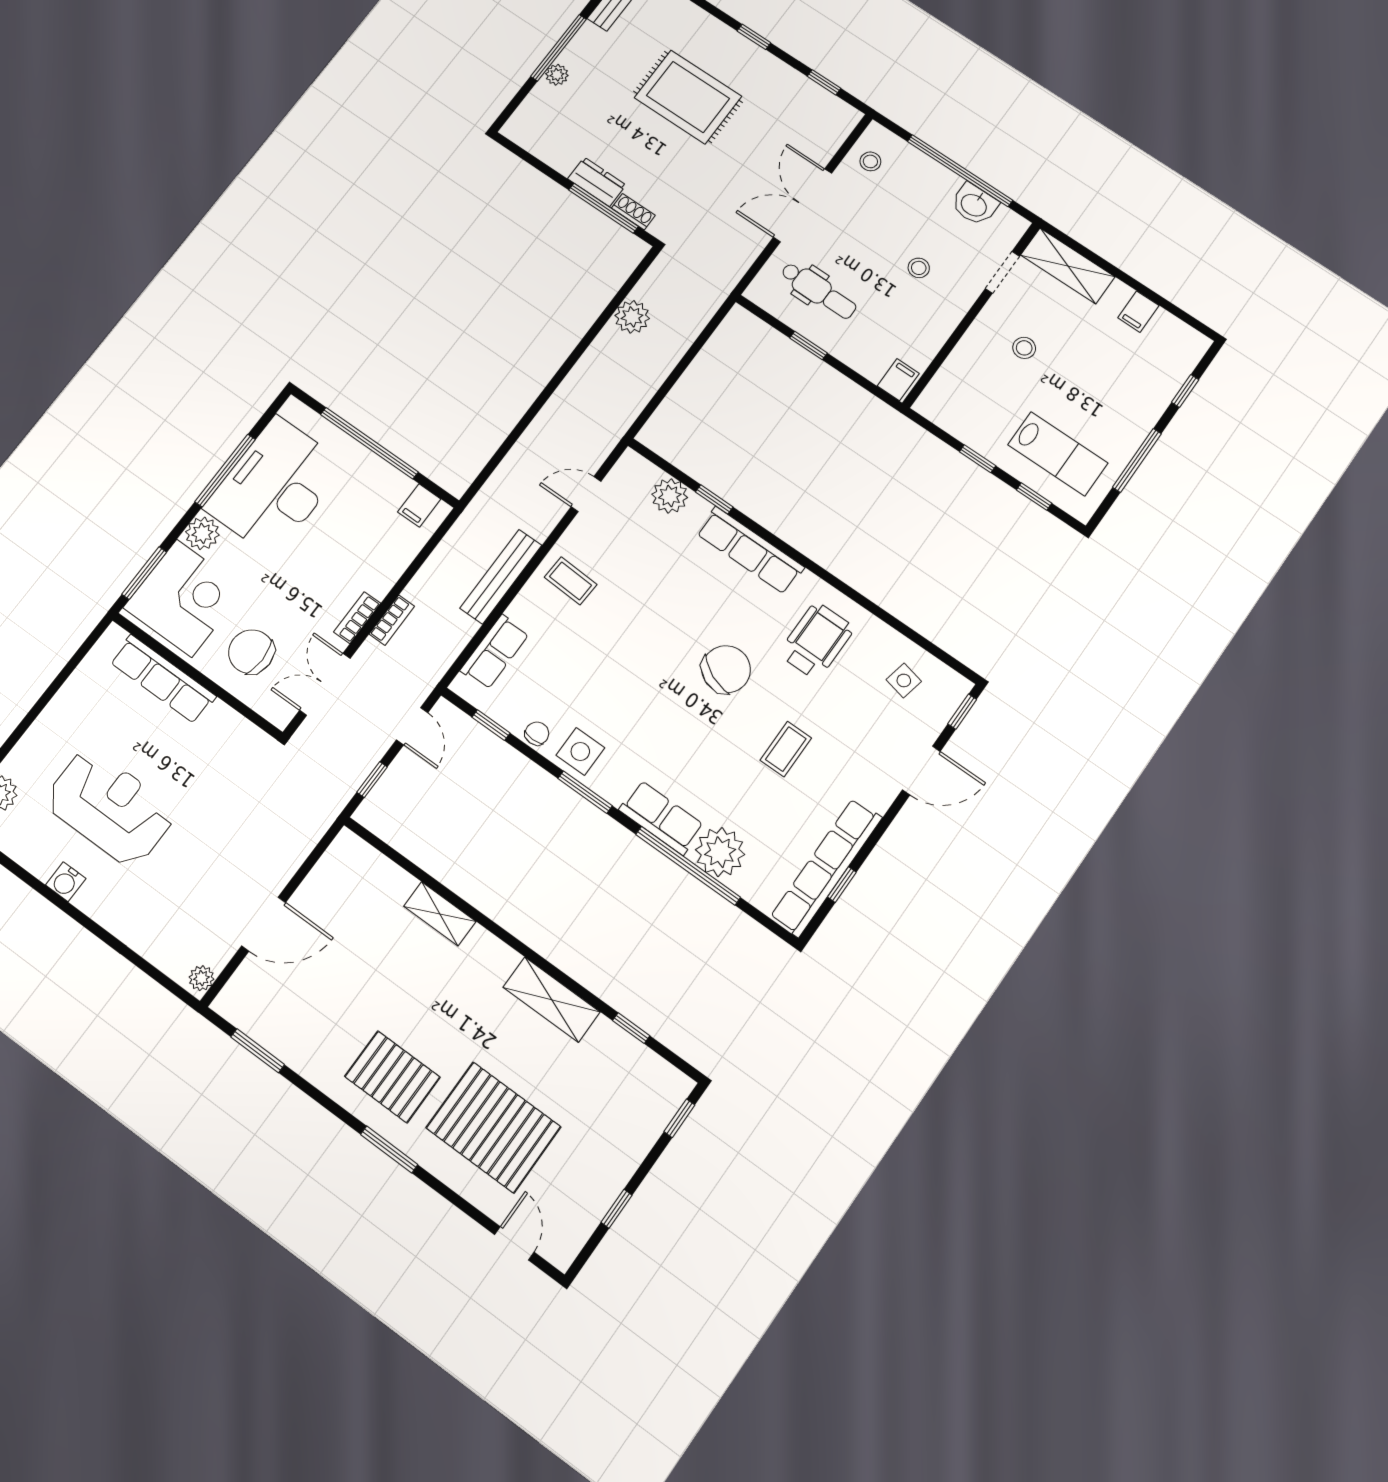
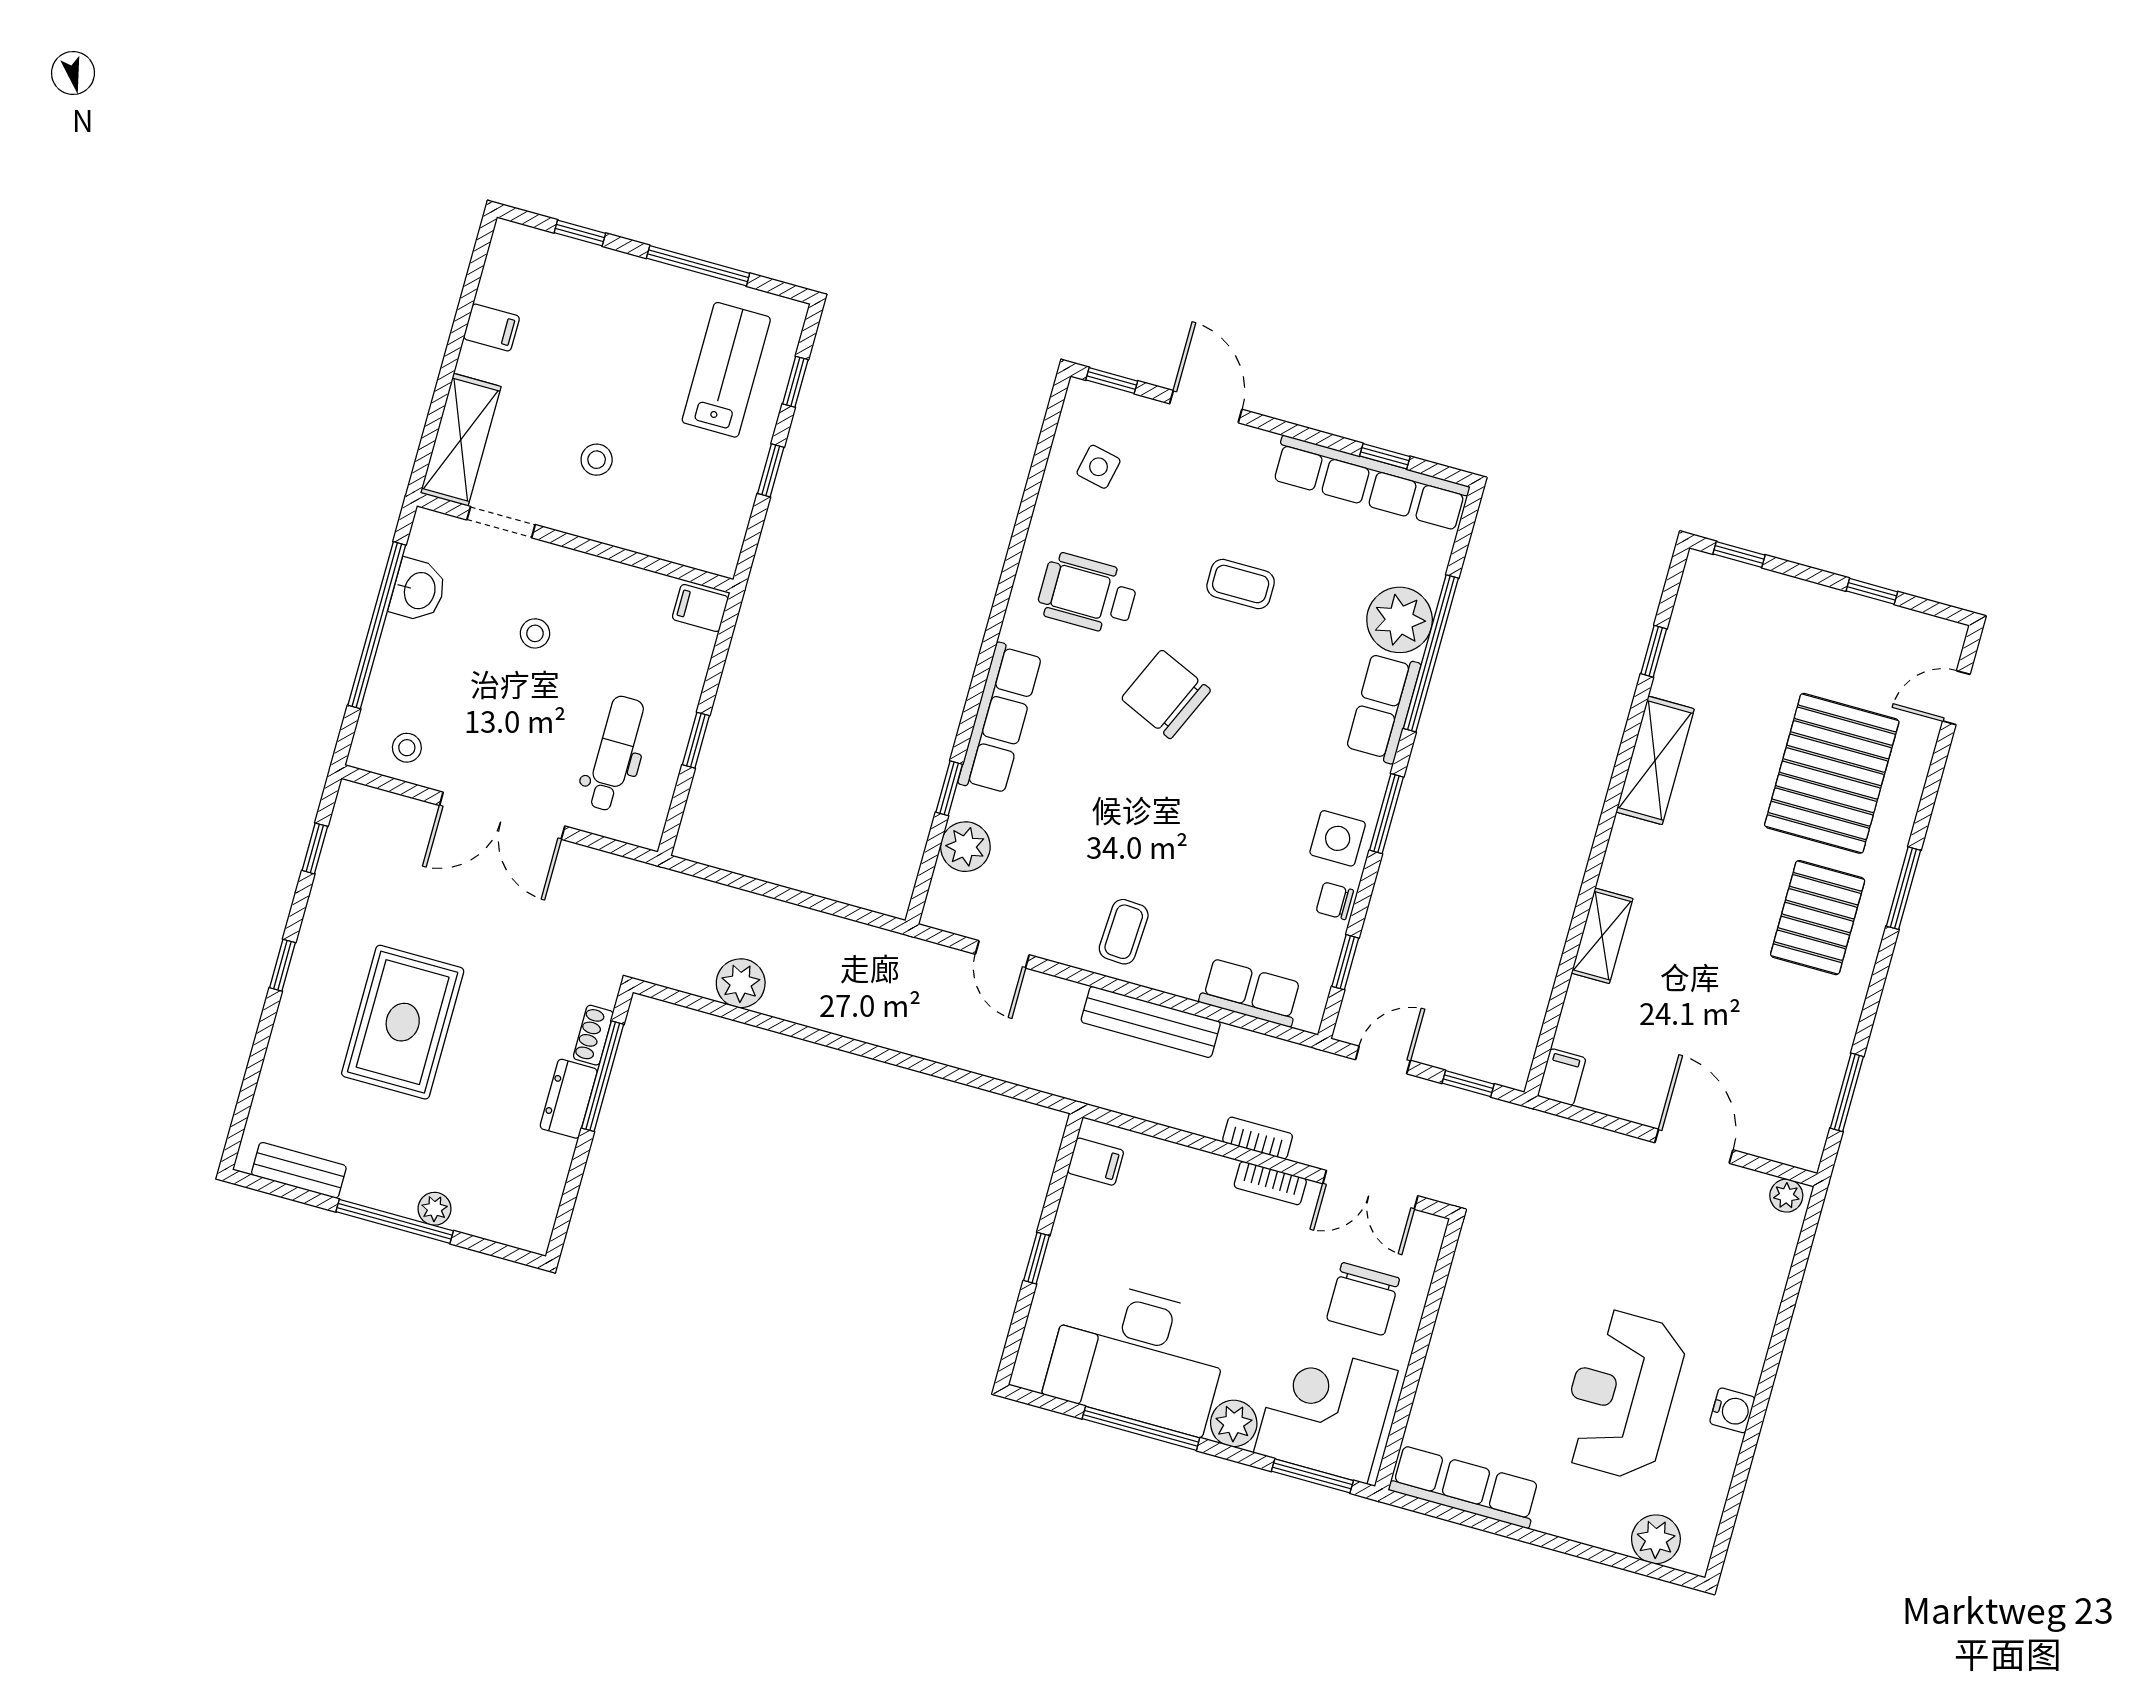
window: (369, 443) -> (1037, 1258), width x0.32
row of seats: (163, 679) -> (1465, 1487), moved, turned -90
filing cabinet: (350, 848) -> (1562, 1077), added

